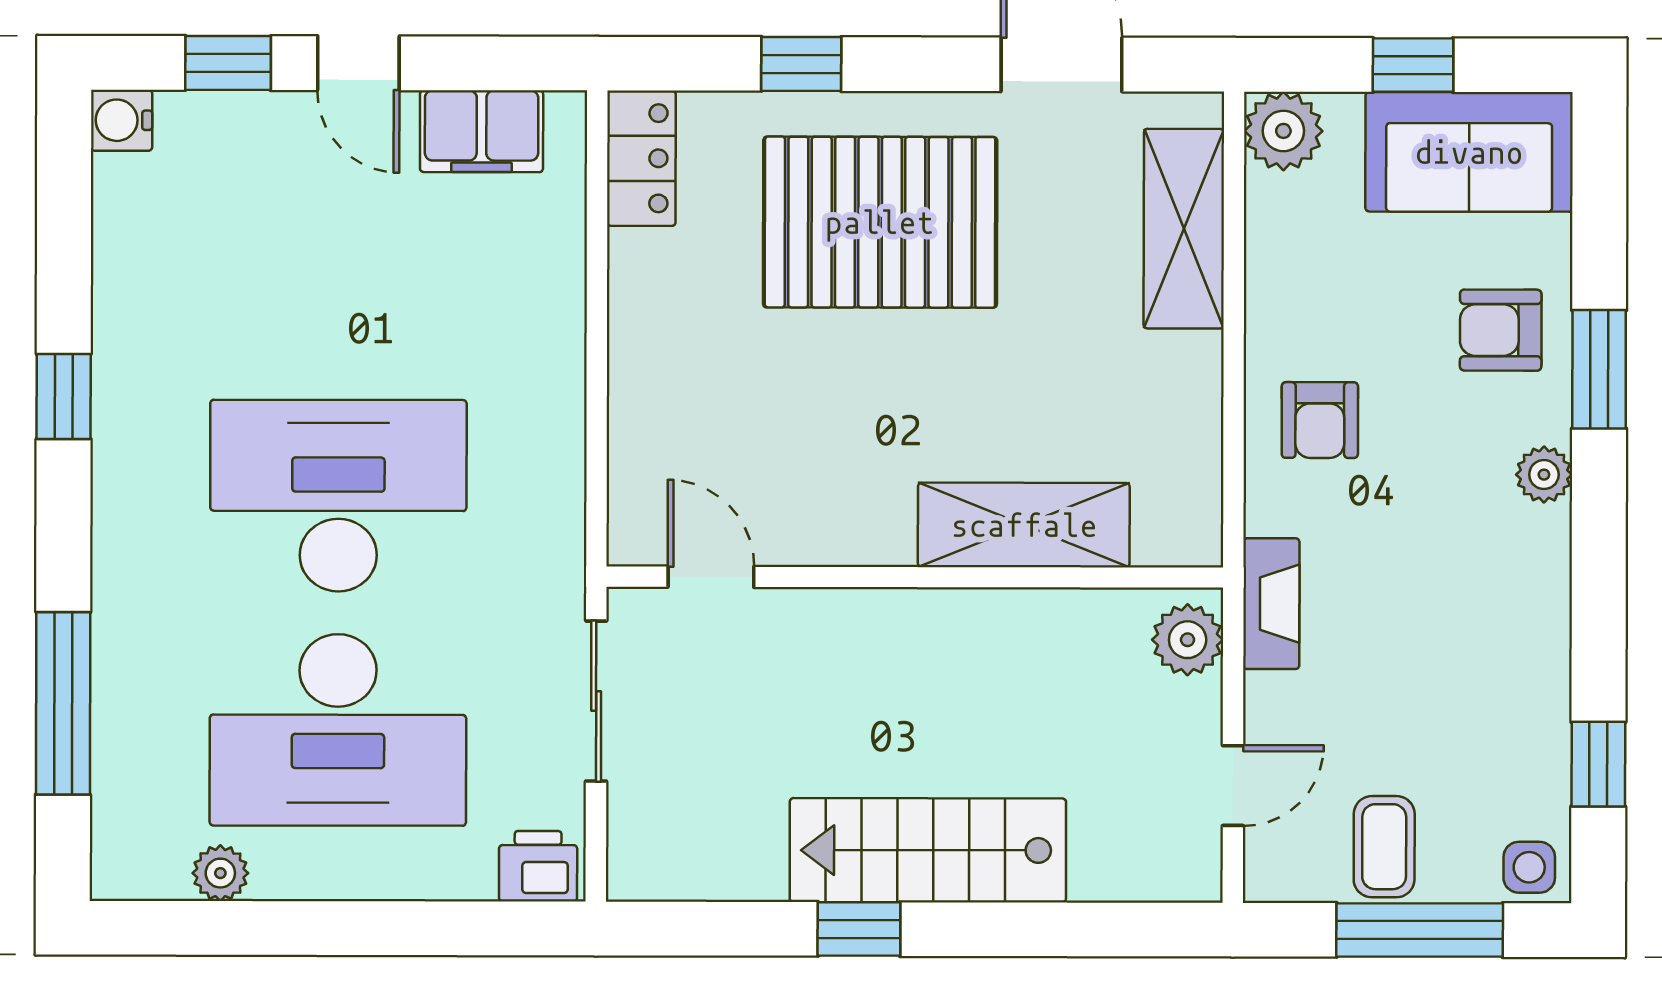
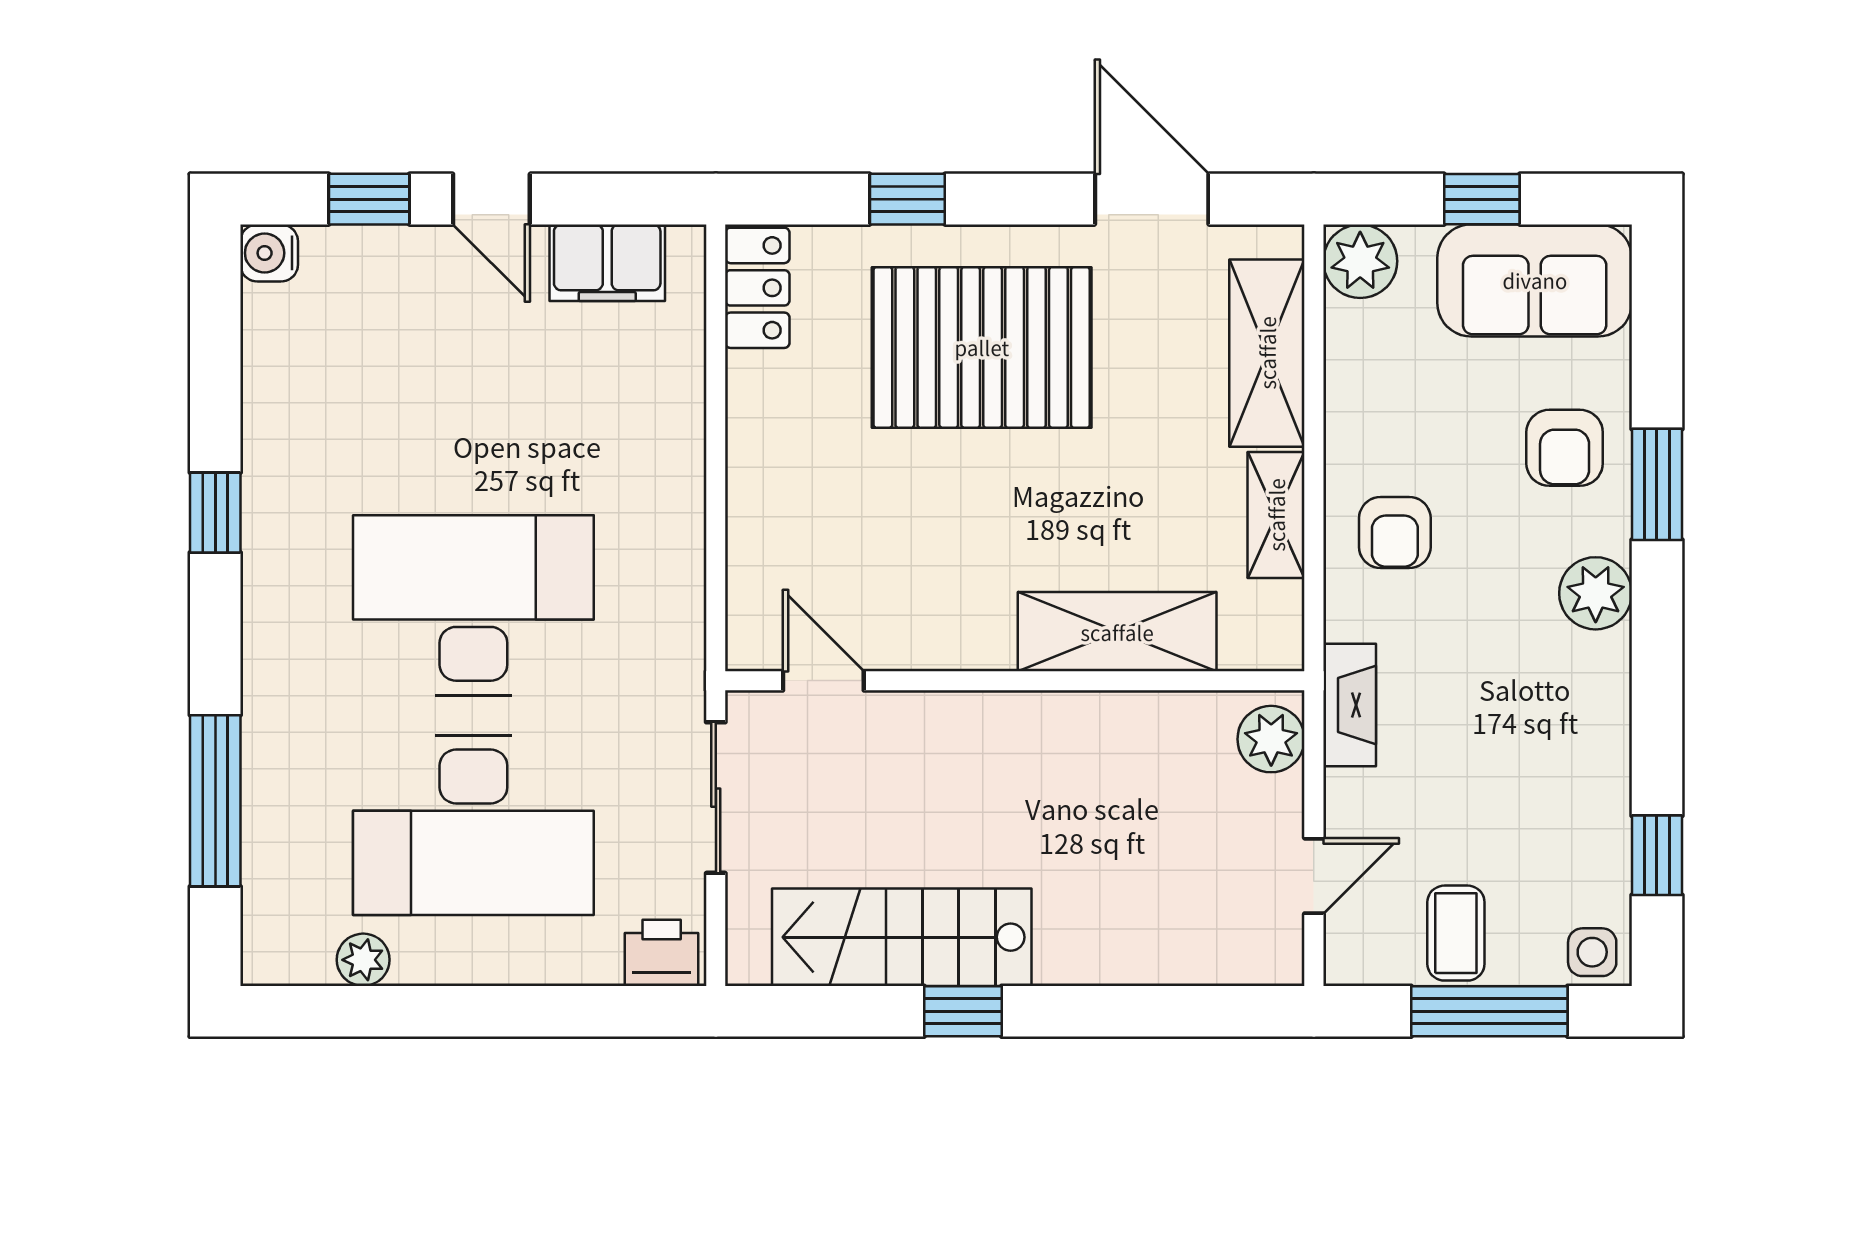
armchair: (1501, 330) -> (1565, 448), turned -90
shelving: (1193, 401) -> (1276, 515), added
plant: (1544, 475) -> (1596, 593), width x1.38, depth x1.38
stairs: (928, 850) -> (902, 937), moved

